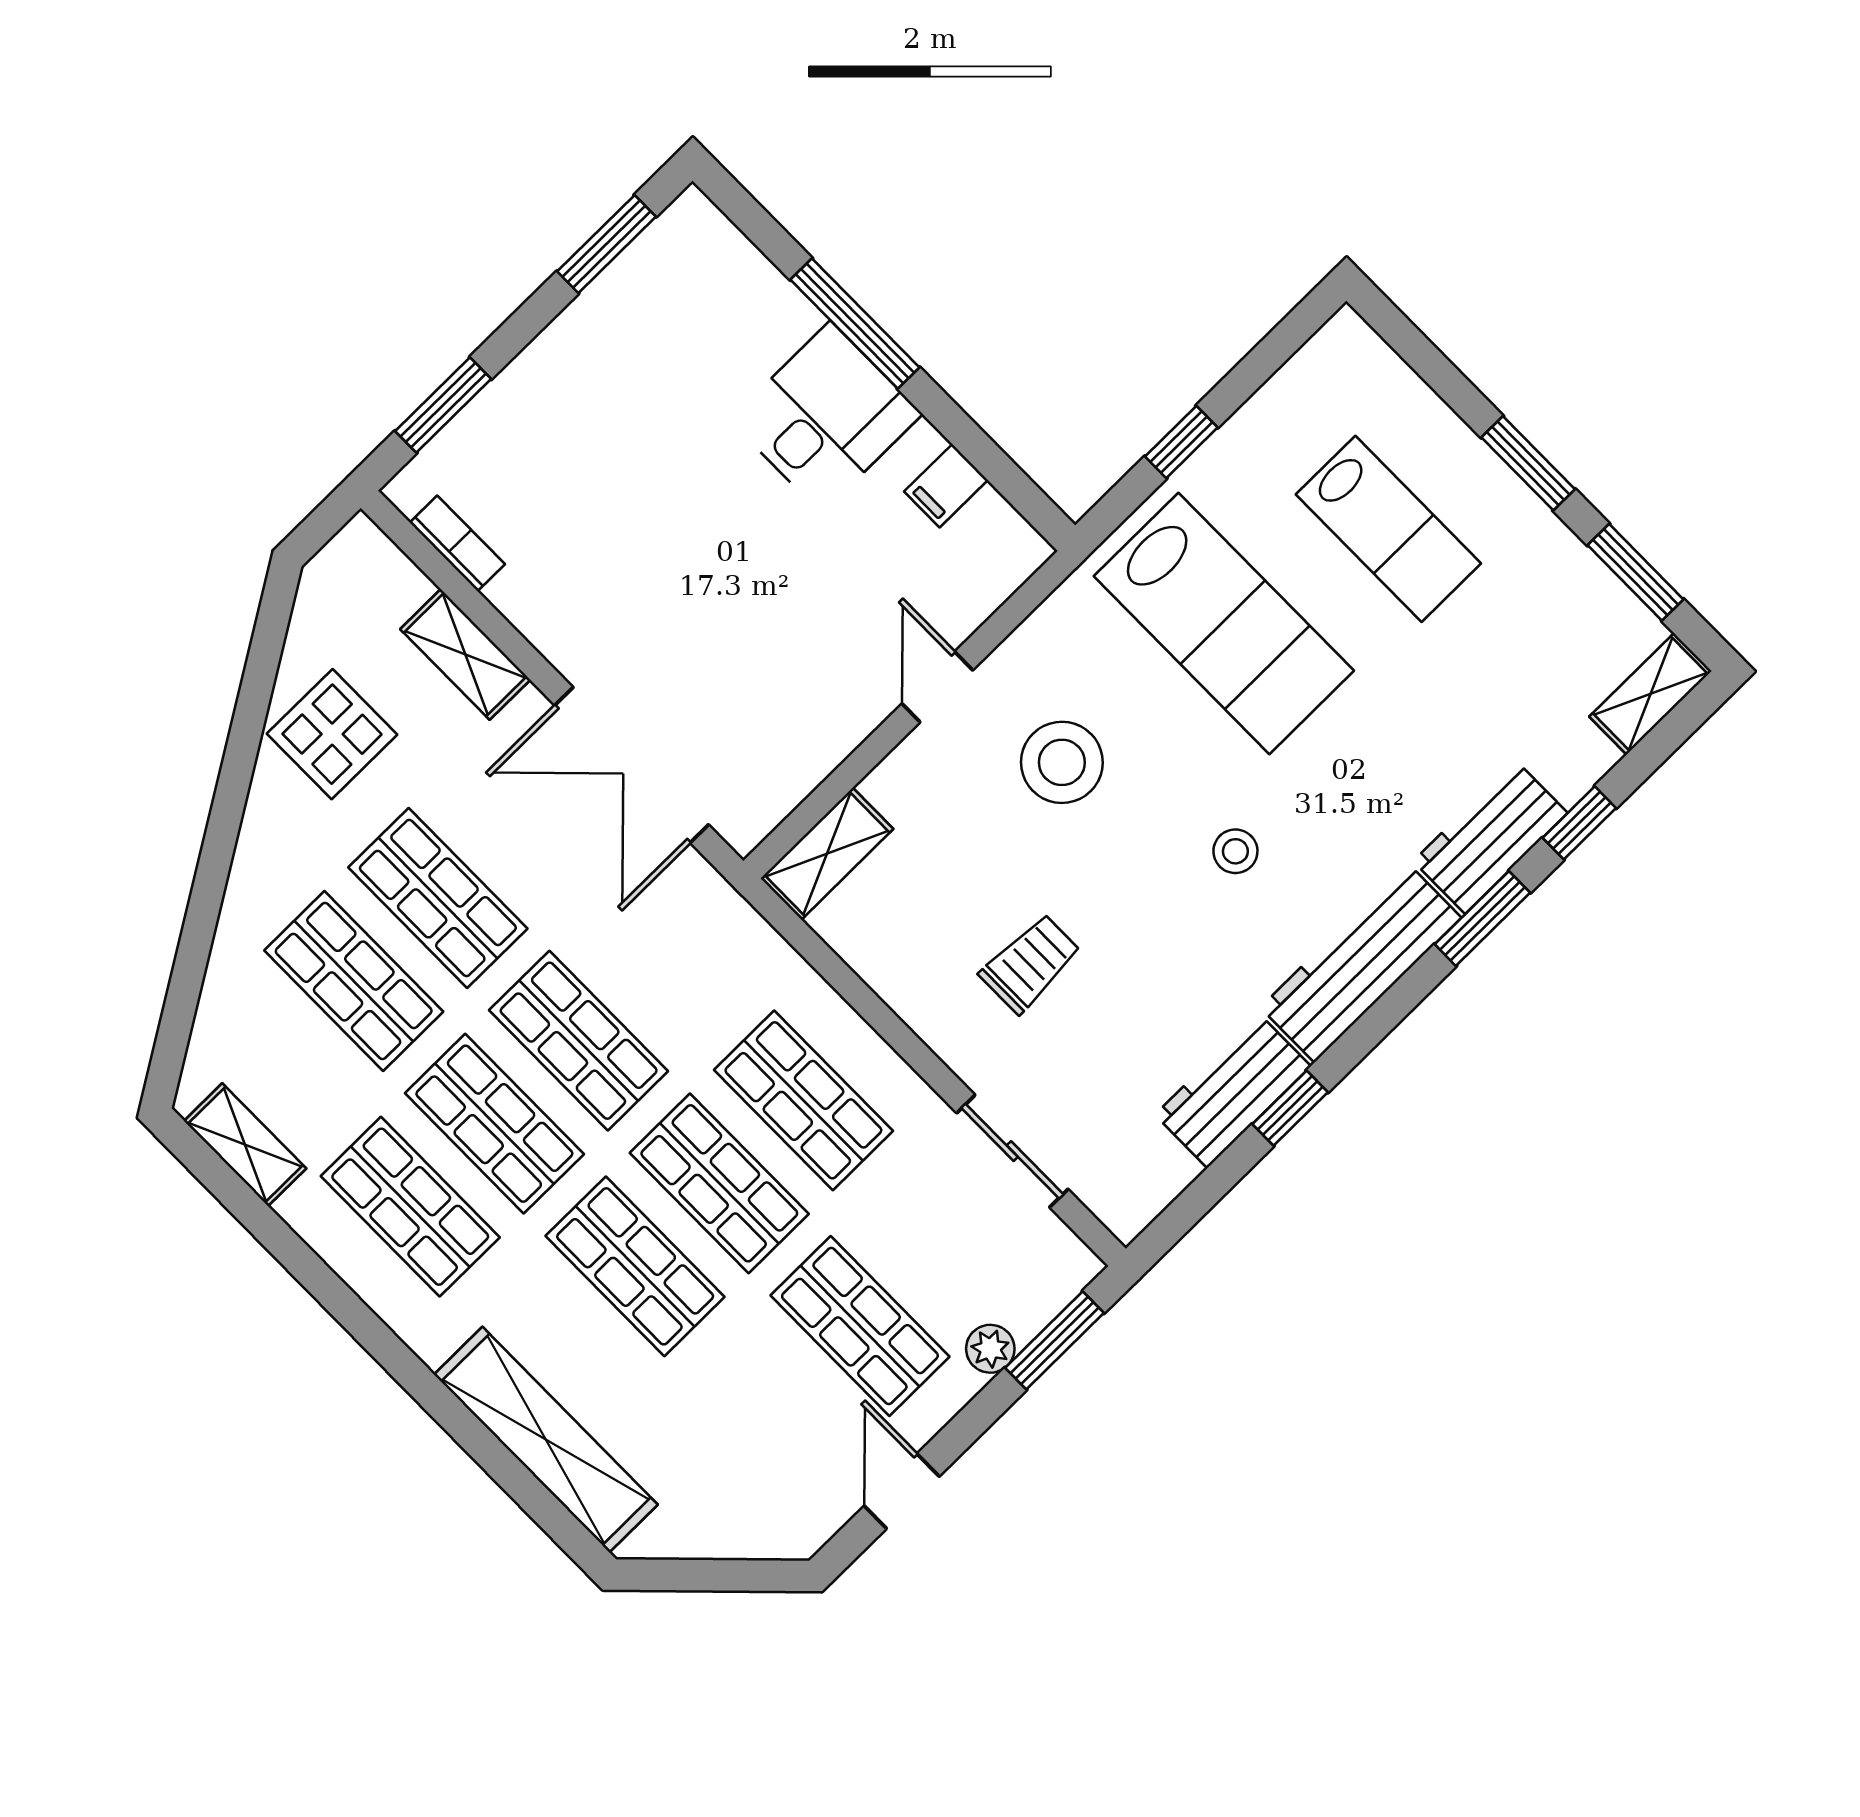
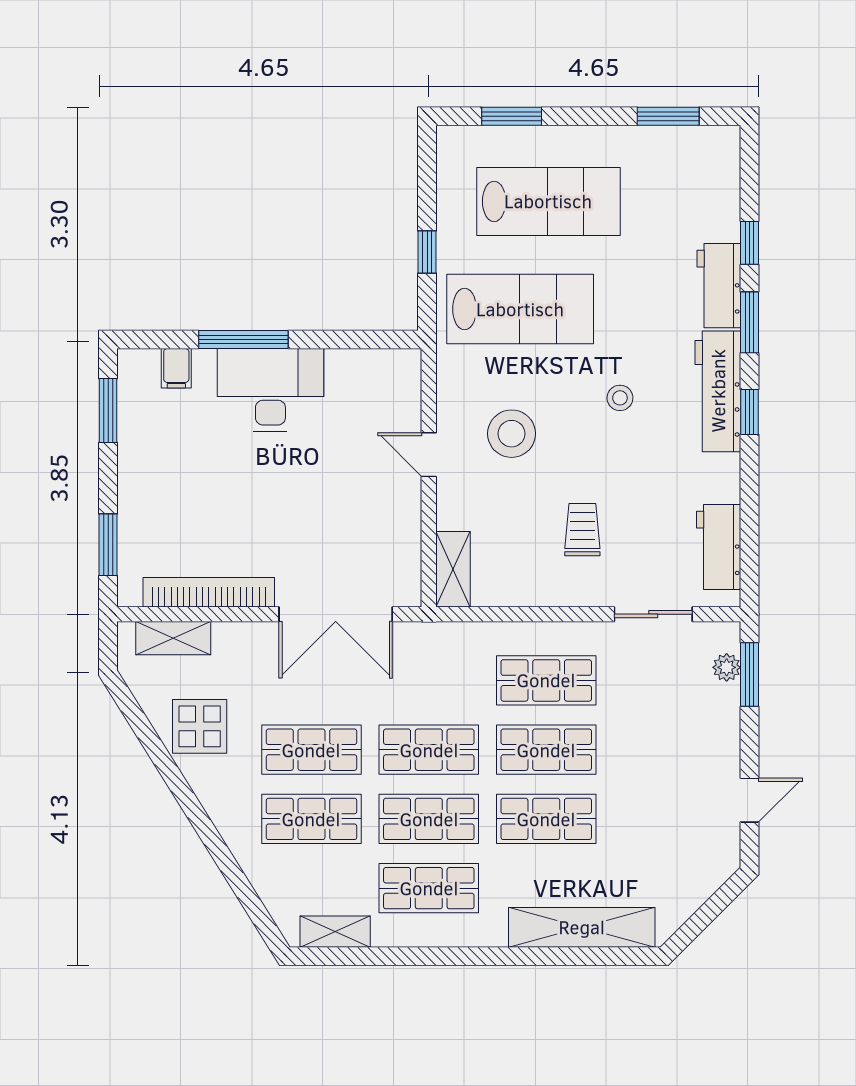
desk: (826, 417) -> (270, 390), width x1.37
window: (1528, 463) -> (512, 116), moved
filing cabinet: (946, 486) -> (176, 368), moved
lab bench: (1388, 529) -> (548, 201), width x1.36, depth x1.39
bookcase: (457, 543) -> (209, 592), width x2.31, depth x1.31
shelving: (465, 654) -> (173, 638), moved
shelving: (1650, 694) -> (725, 160), removed
workbench: (1233, 1090) -> (719, 547), moved
window: (1290, 1108) -> (750, 412), moved
shop shelf: (860, 1326) -> (664, 750), removed
plant: (990, 1349) -> (727, 667), moved
door: (902, 1491) -> (750, 800), swing flipped

